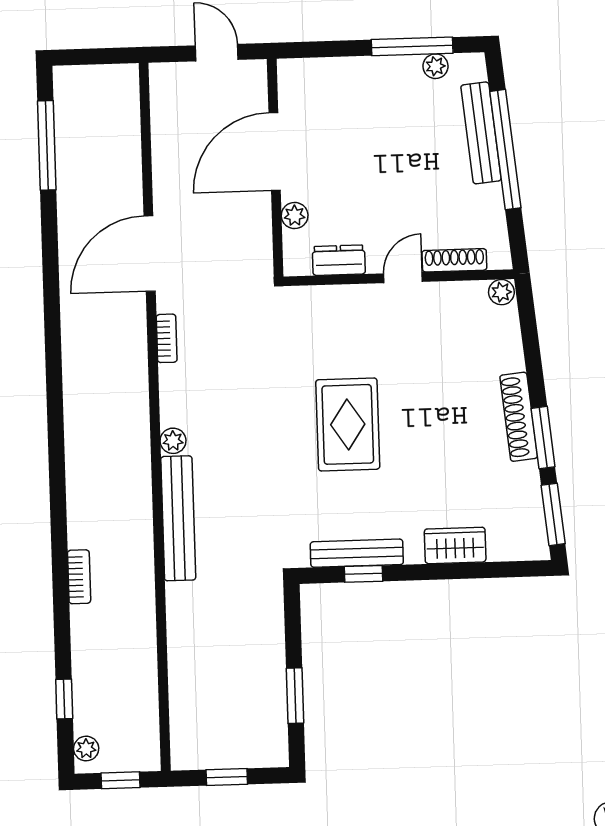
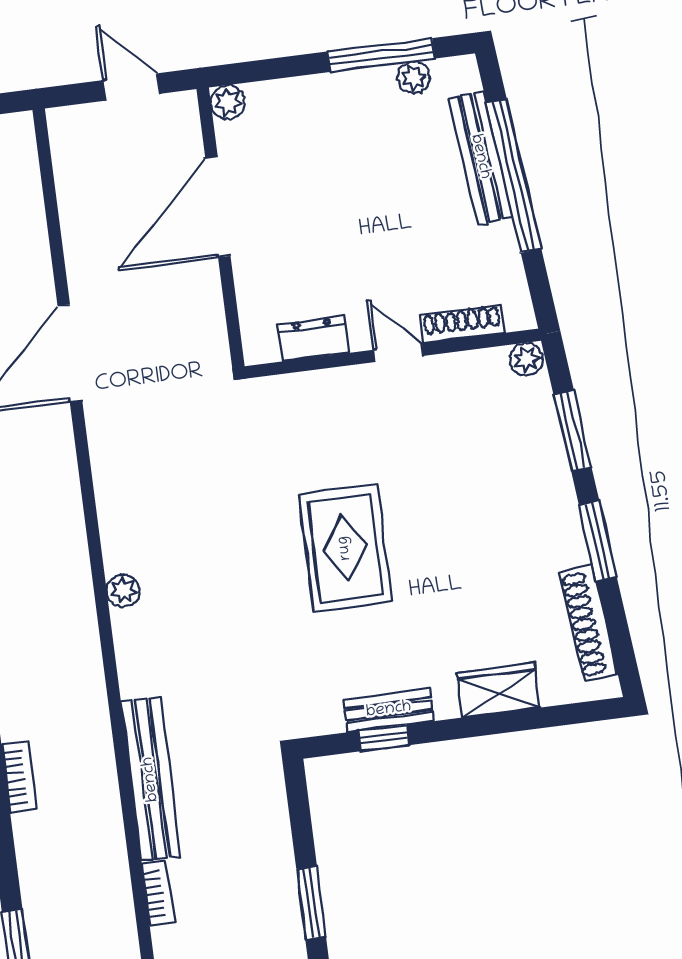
plant: (295, 216) -> (228, 102), moved
door: (403, 278) -> (398, 353), hinge flipped
bookcase: (167, 338) -> (158, 894), moved
shoe rack: (519, 417) -> (588, 623), moved
window: (553, 514) -> (573, 431), moved
bench: (178, 518) -> (151, 779), moved
bench: (357, 553) -> (389, 710), width x0.73

